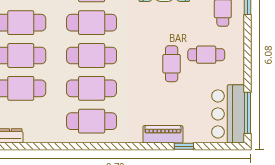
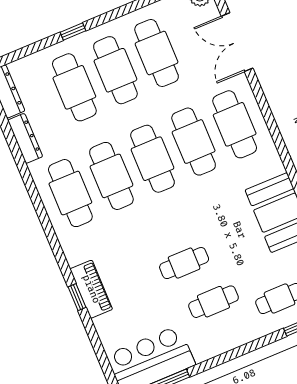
cafe table: (206, 55) -> (213, 302), turned 90
dresser: (41, 136) -> (25, 138), added
window: (184, 146) -> (77, 297), moved

